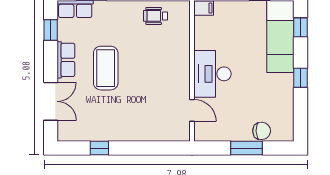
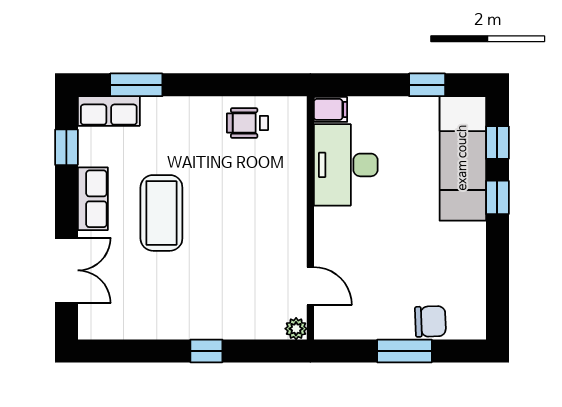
desk: (212, 74) -> (346, 165), moved
window: (300, 78) -> (497, 197), moved
plant: (184, 135) -> (296, 329), added
window: (99, 148) -> (206, 351), moved

